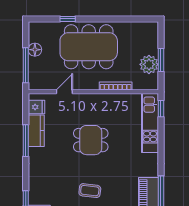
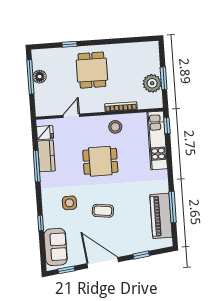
dining table: (89, 47) -> (92, 70), width x0.53, depth x0.80
window: (26, 65) -> (30, 77), moved
stool: (108, 106) -> (115, 127), added
side table: (56, 180) -> (69, 203), added

